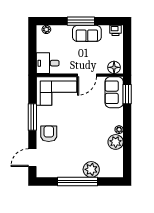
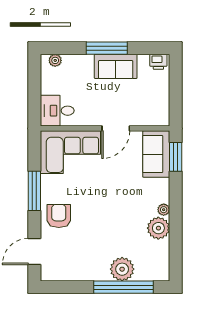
floor lamp: (114, 67) -> (156, 117), removed
window: (78, 182) -> (123, 287), moved

